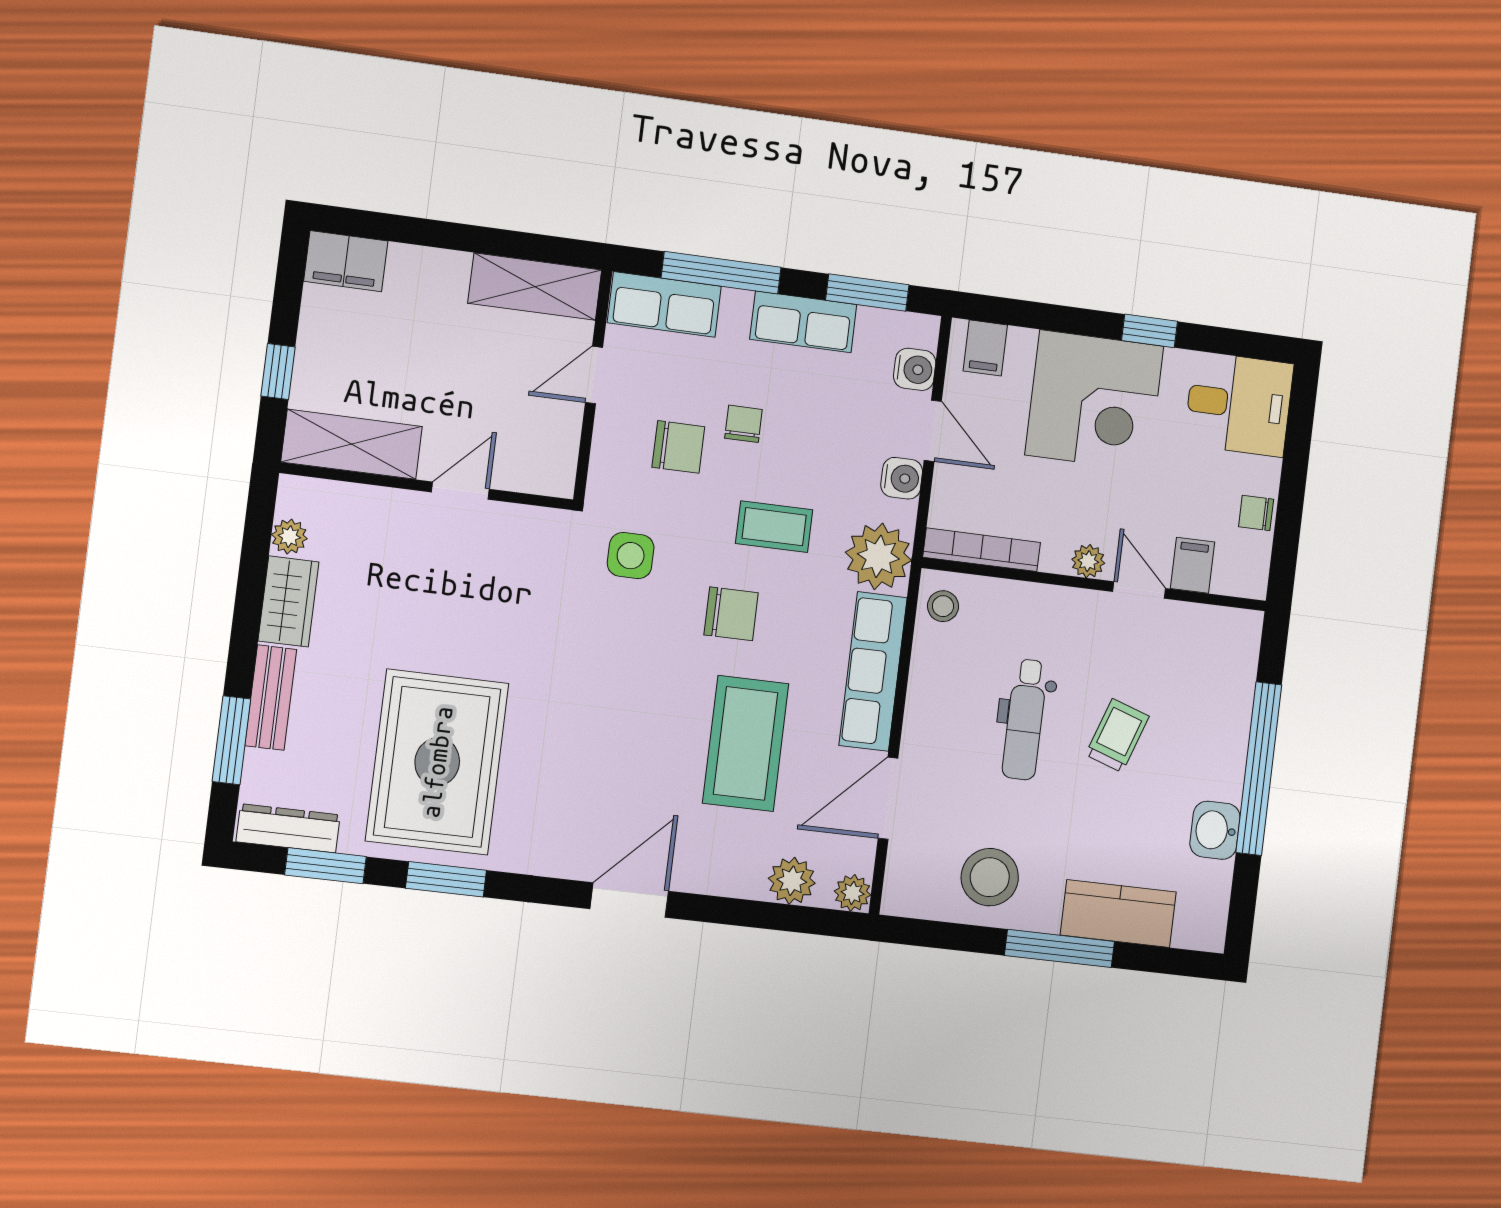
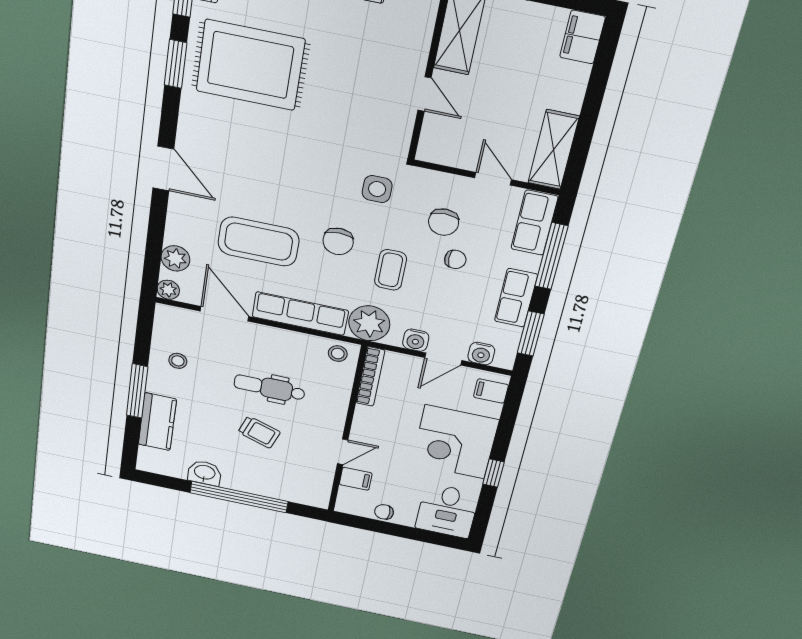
chair: (1256, 513) -> (384, 512), turned -90
plant: (1088, 561) -> (361, 429), removed
stool: (990, 877) -> (178, 361), width x0.53, depth x0.53

